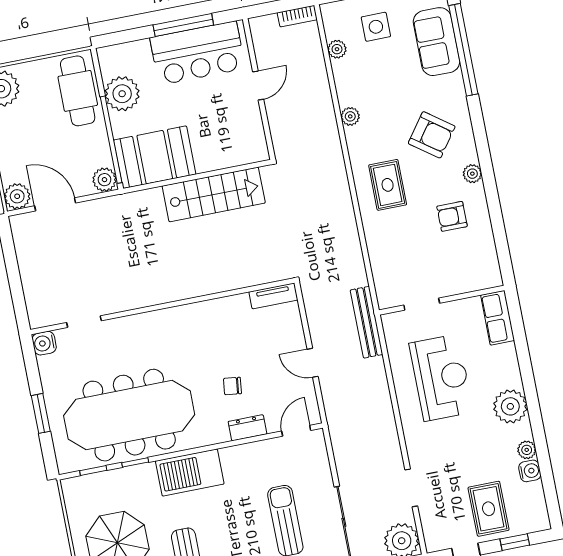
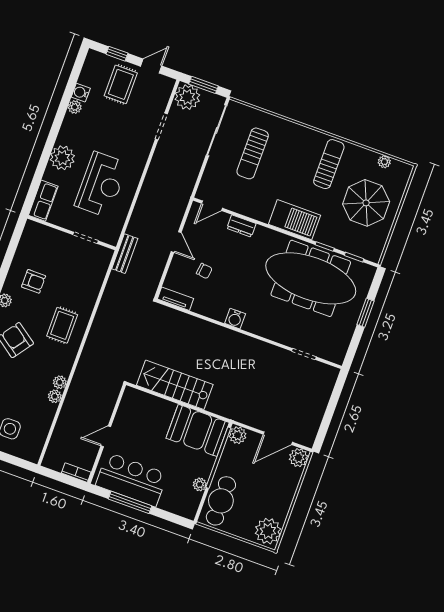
bookcase: (297, 16) -> (76, 473), moved
plant: (337, 49) -> (55, 396), moved
plant: (122, 94) -> (200, 484), width x0.53, depth x0.53
door: (55, 204) -> (278, 438), hinge flipped
bench: (367, 322) -> (125, 254), width x0.73
water cooler: (44, 343) -> (235, 319), moved, turned 90
reception desk: (441, 378) -> (101, 184), turned 180
chair: (232, 386) -> (204, 271), moved
plant: (510, 406) -> (62, 158), moved

